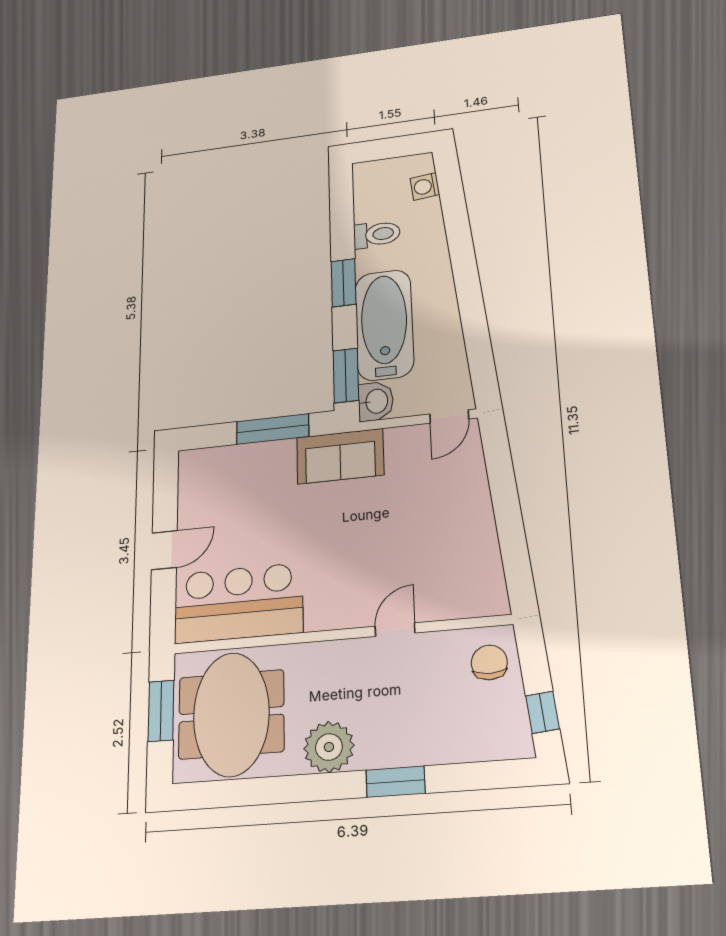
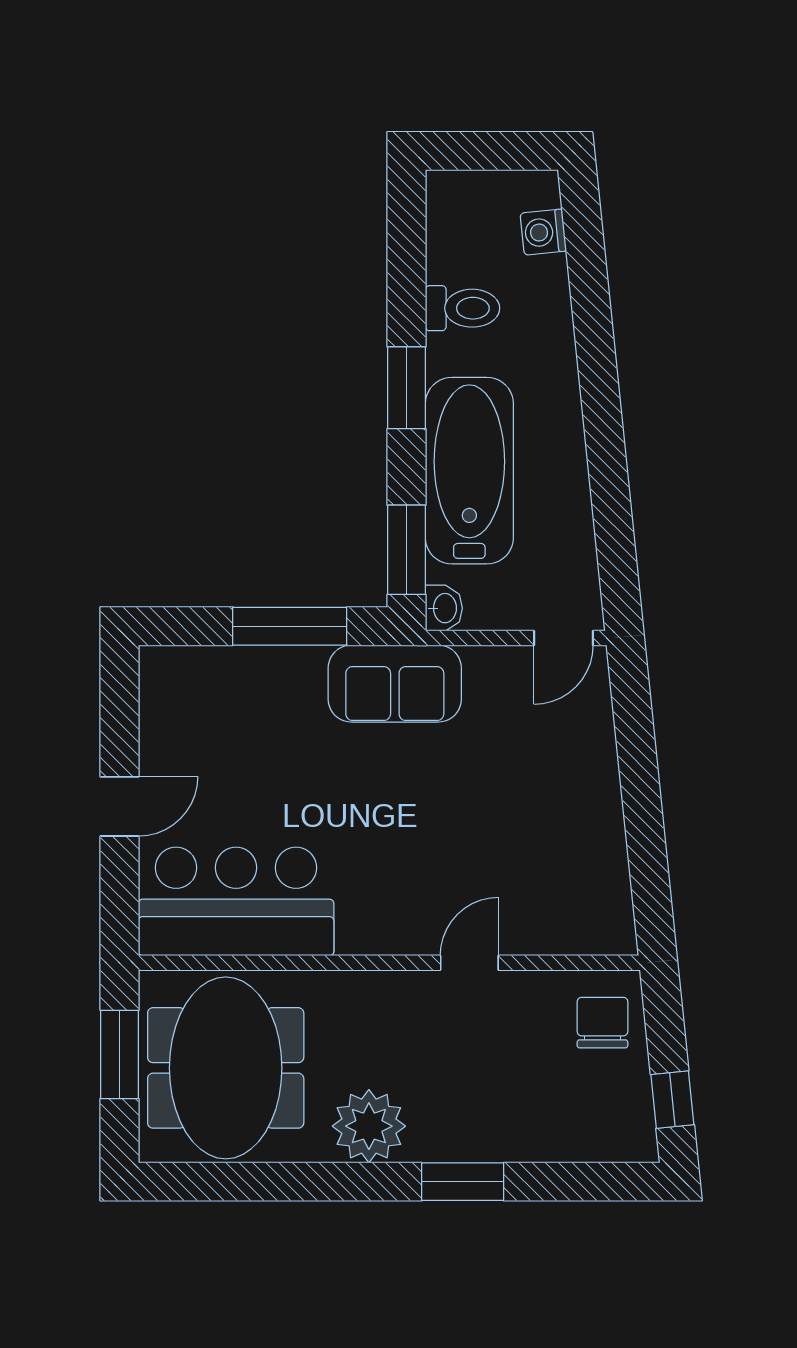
washbasin: (376, 401) -> (444, 608), width x0.72, depth x0.69

